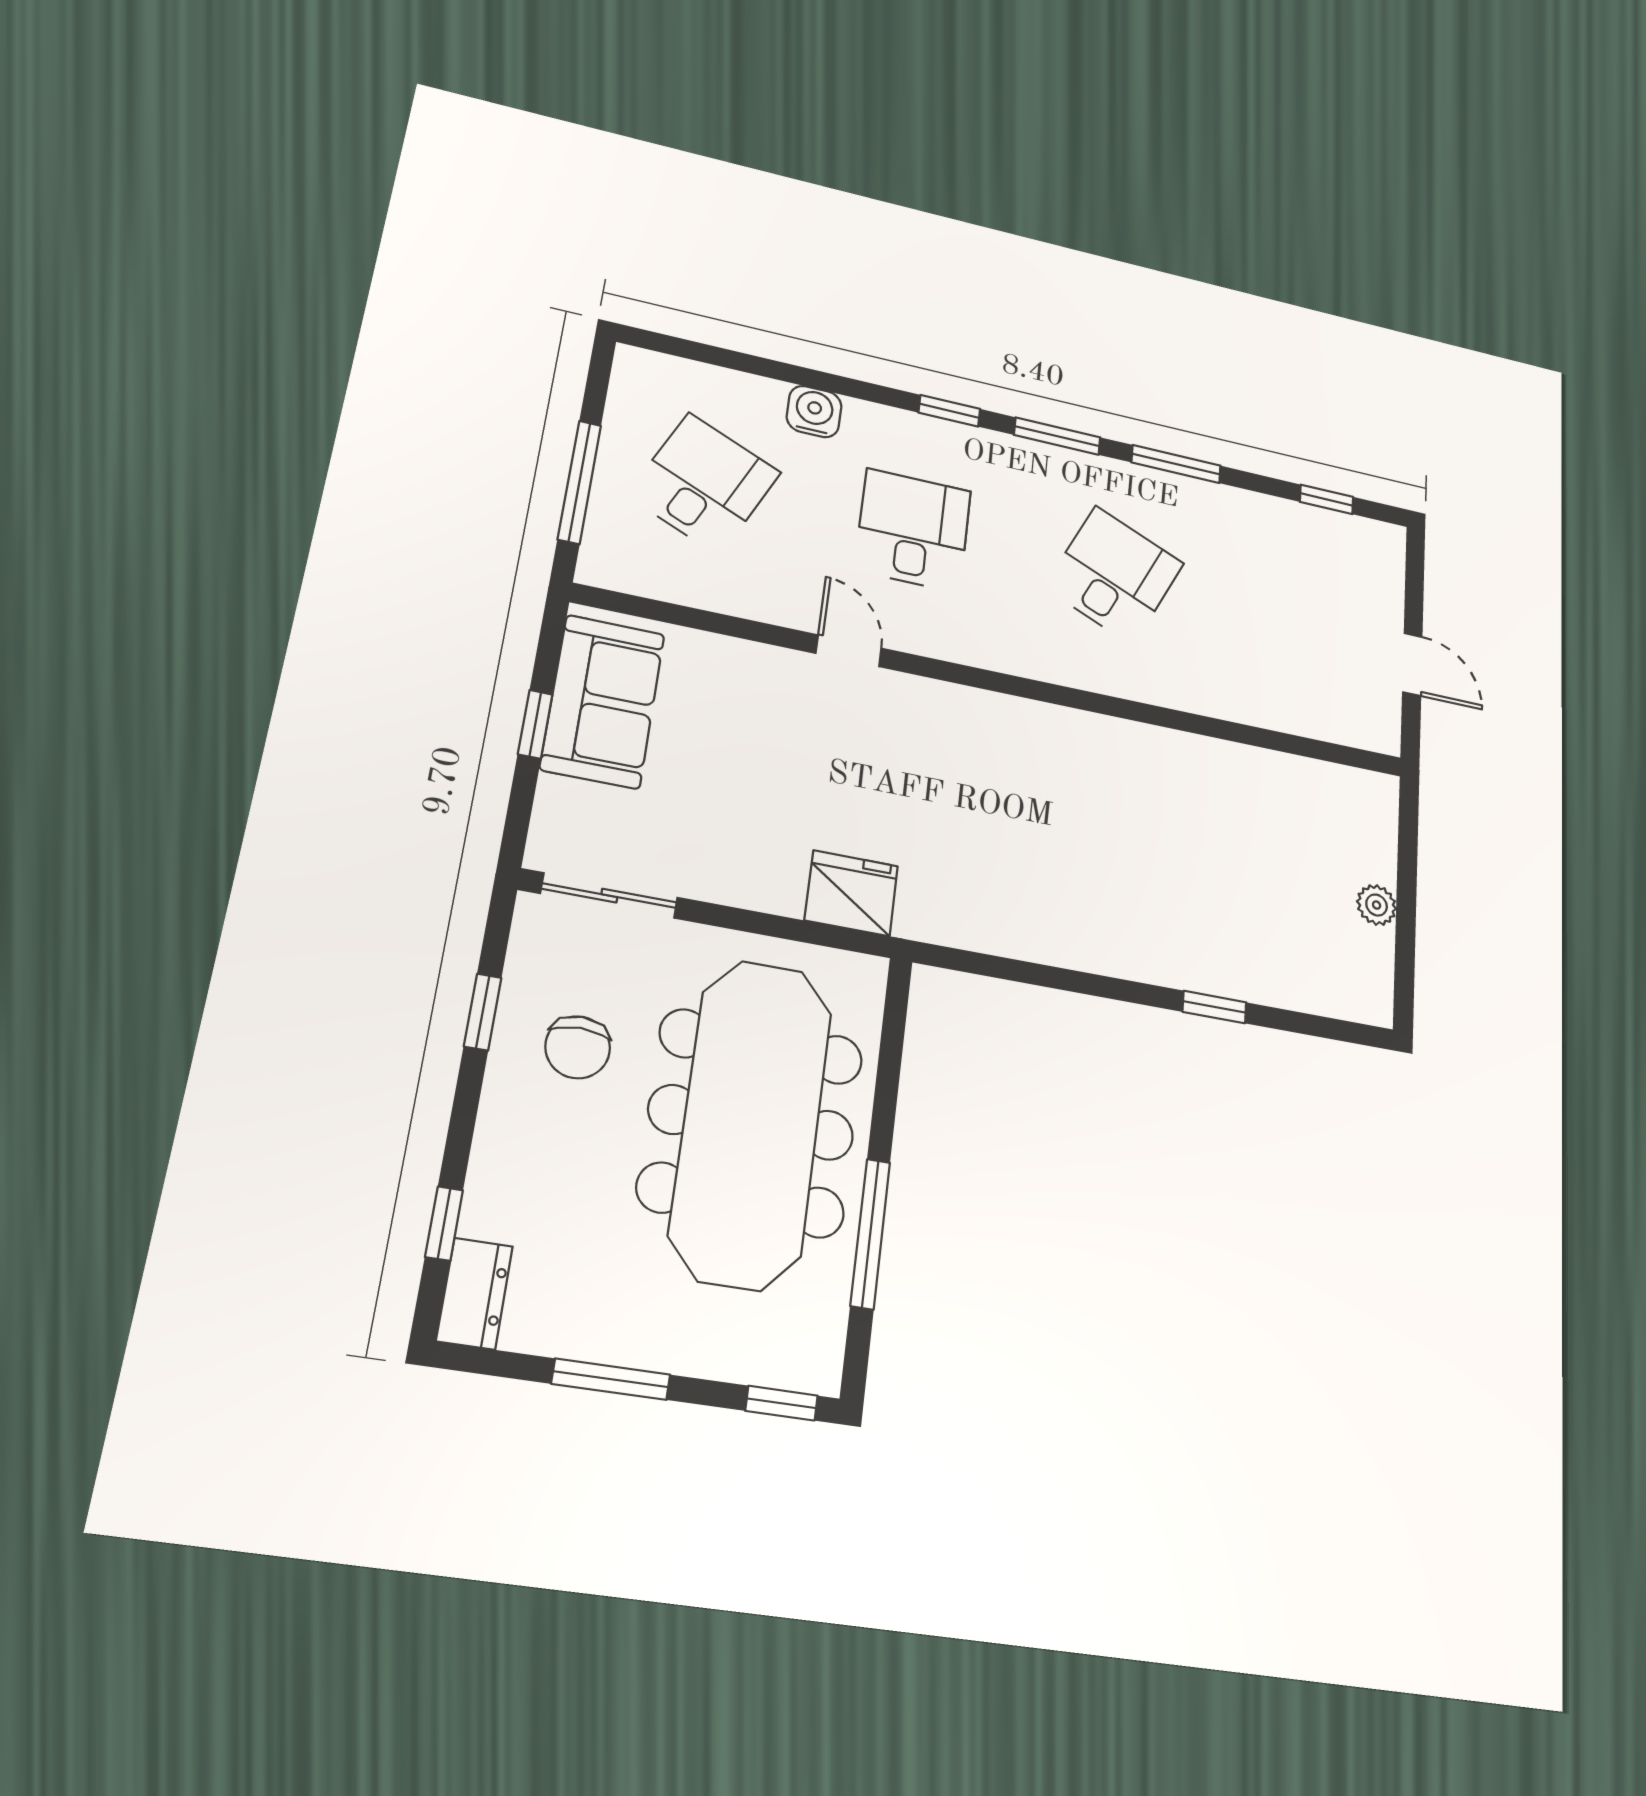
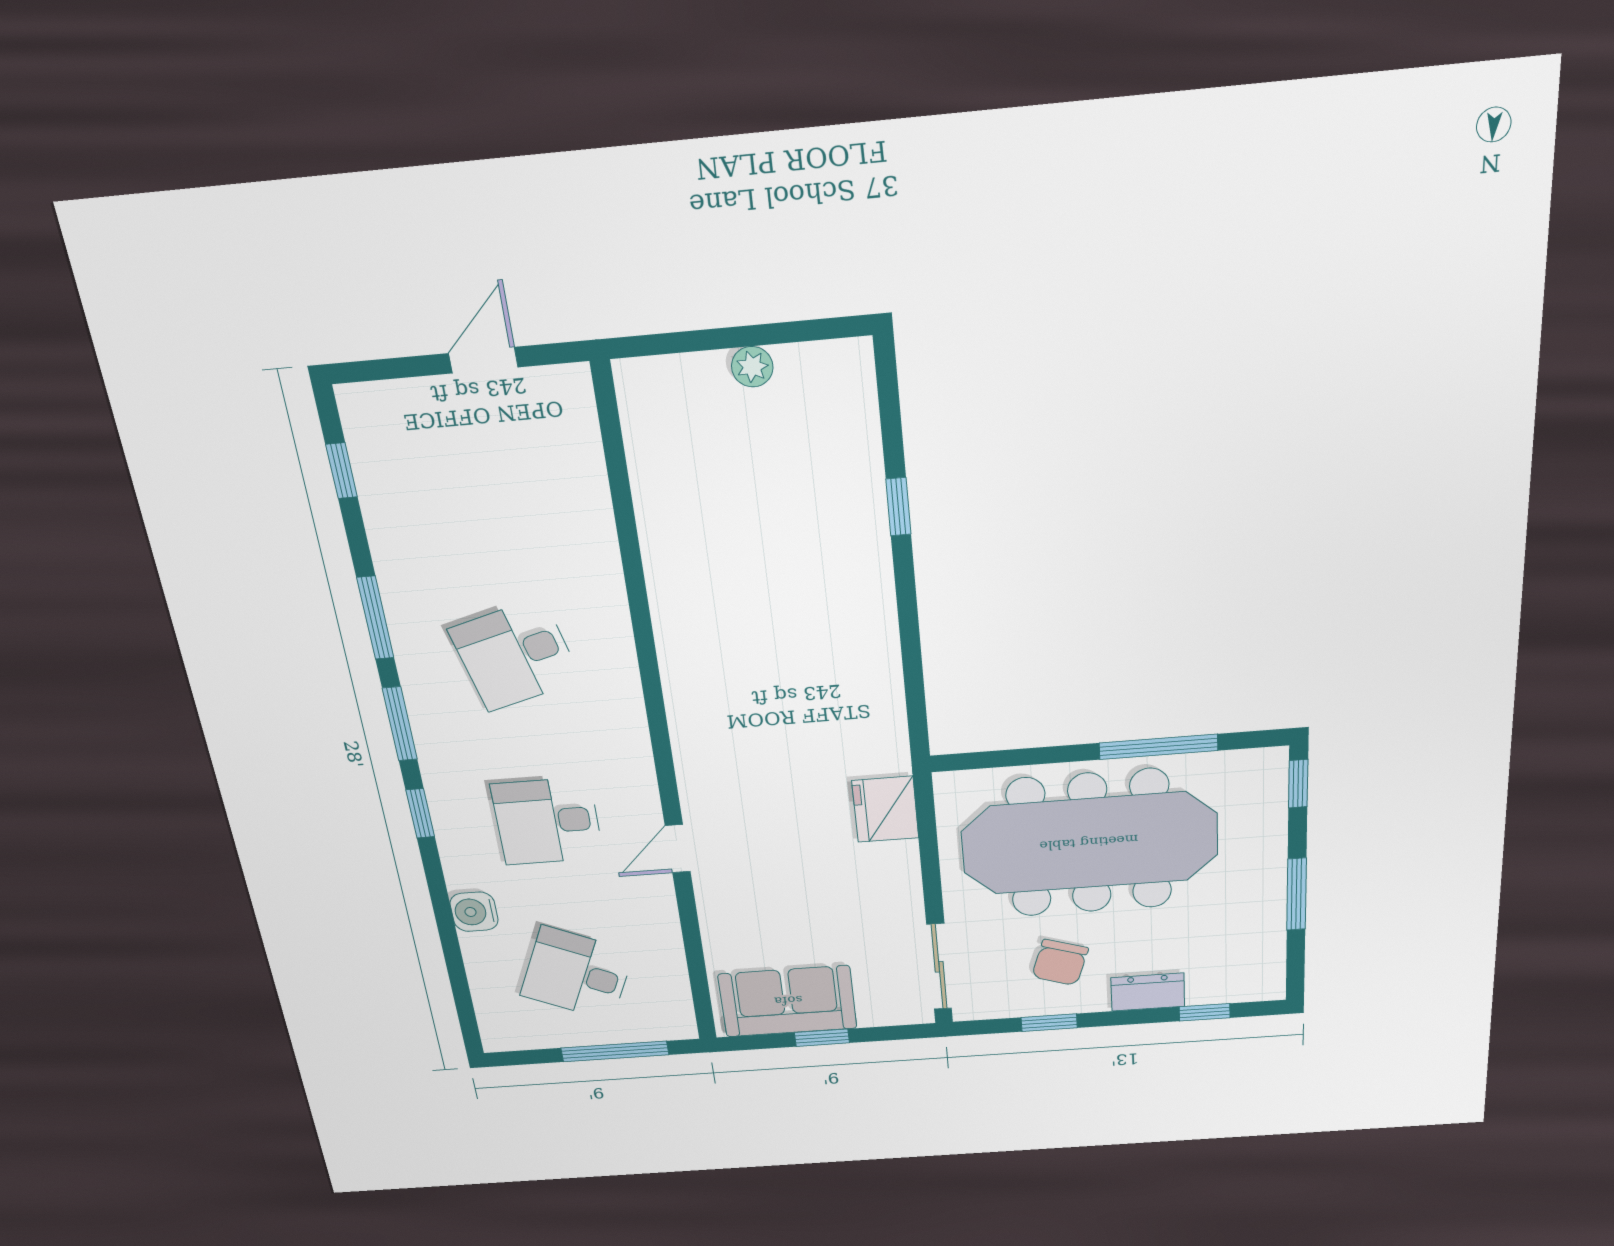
desk: (1114, 575) -> (515, 655), turned -39
chair: (578, 1047) -> (1060, 962), turned 108
dresser: (475, 1293) -> (1148, 992), moved

